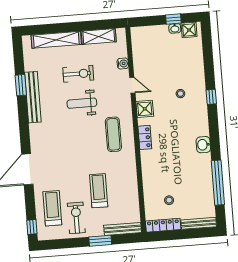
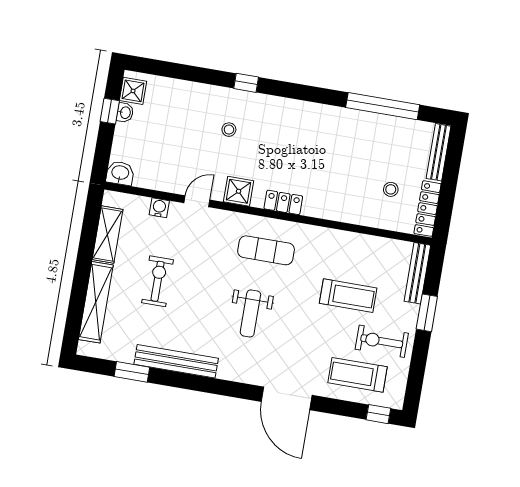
window: (21, 85) -> (132, 372), moved
weight bench: (82, 103) -> (250, 313), moved
washbasin: (203, 145) -> (120, 173), moved, turned 180
treadmill: (99, 191) -> (348, 296), turned 180

